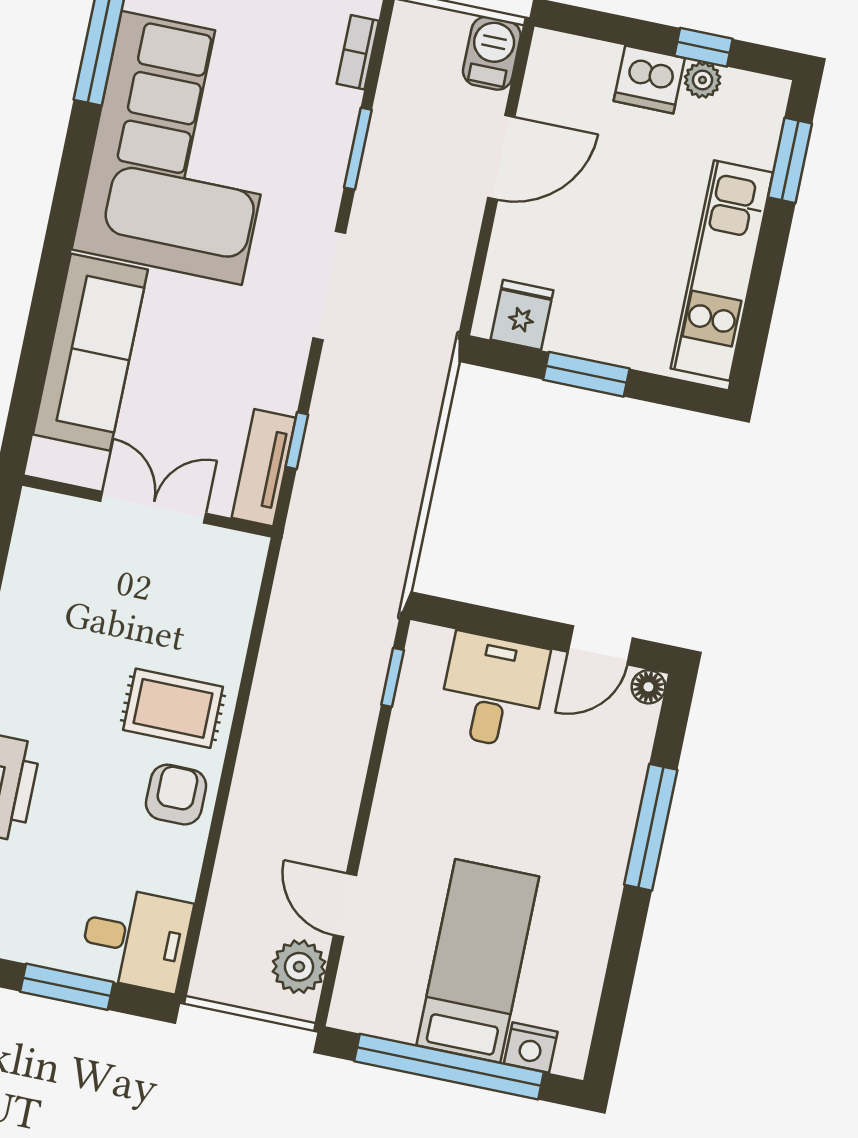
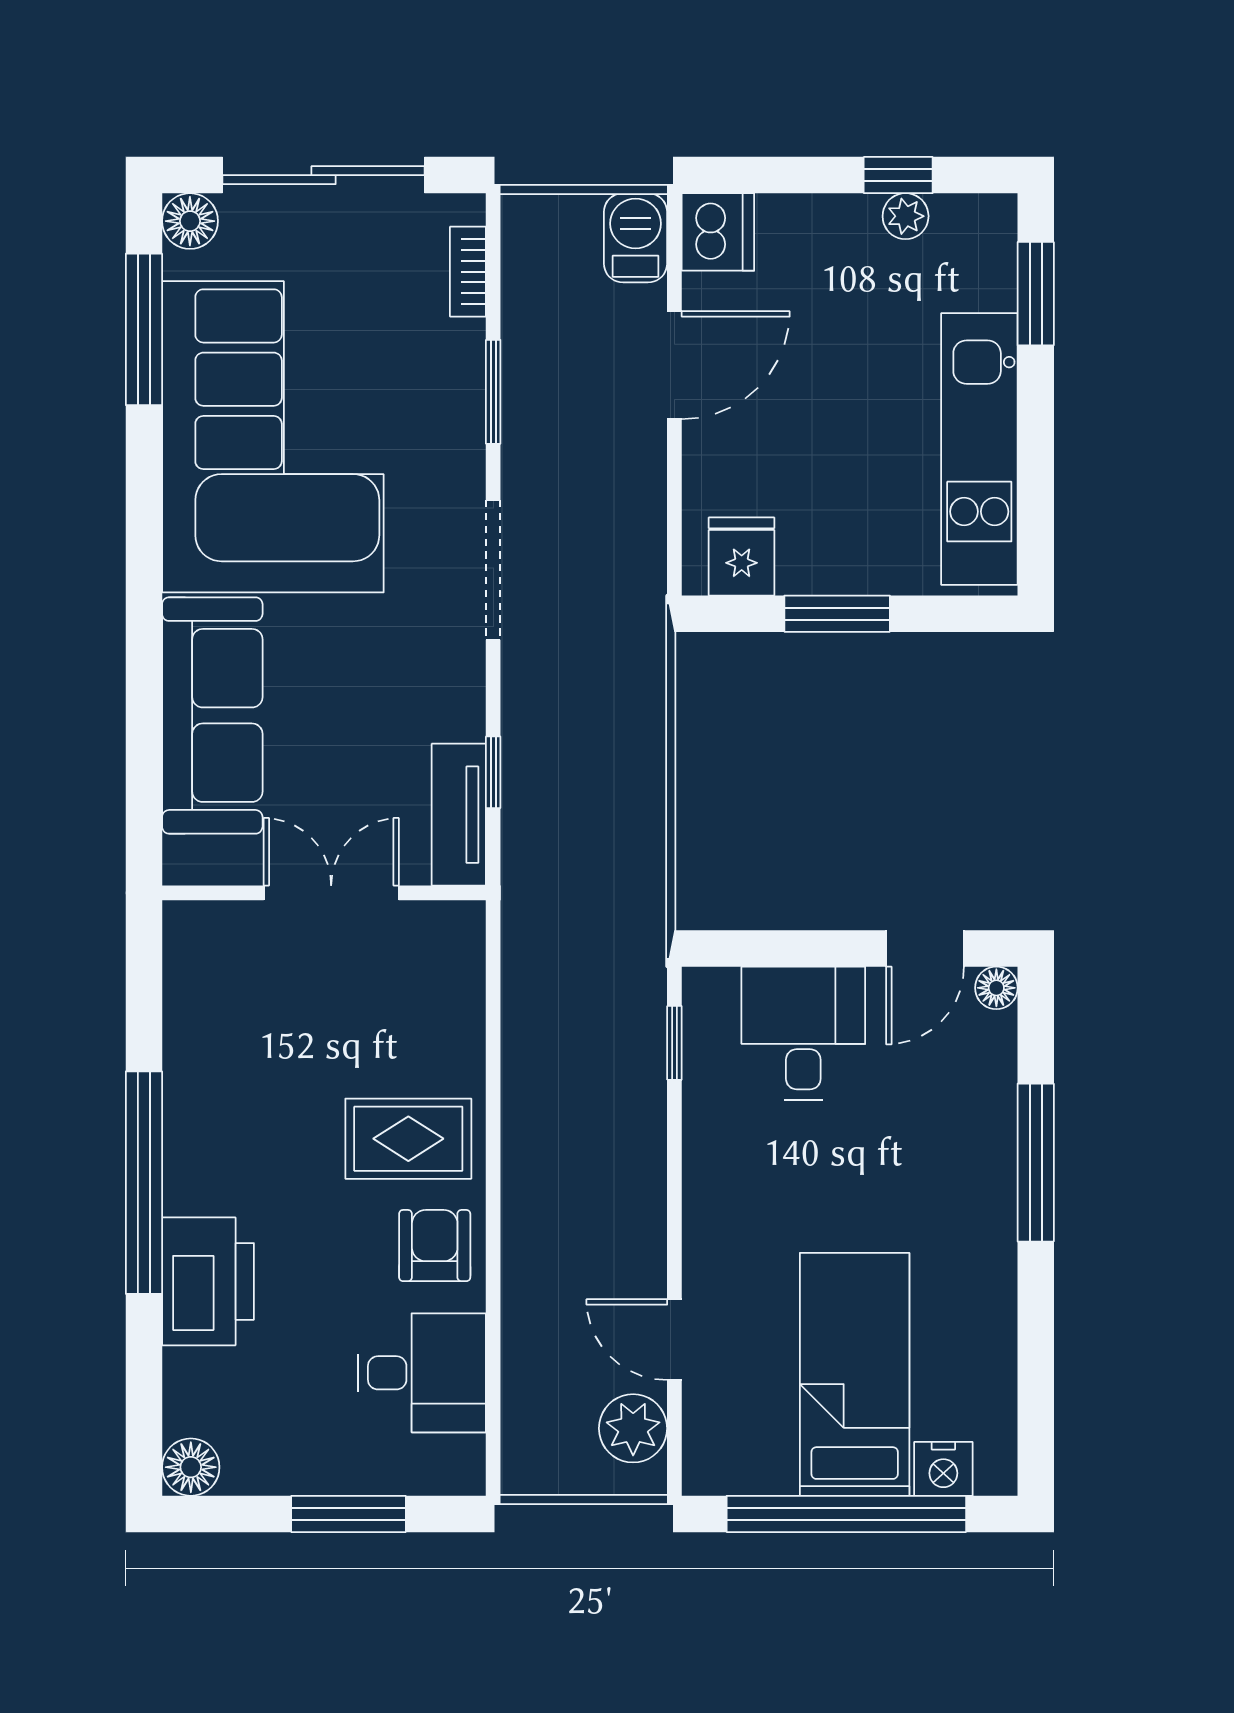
dishwasher: (649, 79) -> (718, 232), moved, turned -90
desk: (136, 939) -> (422, 1373), moved

